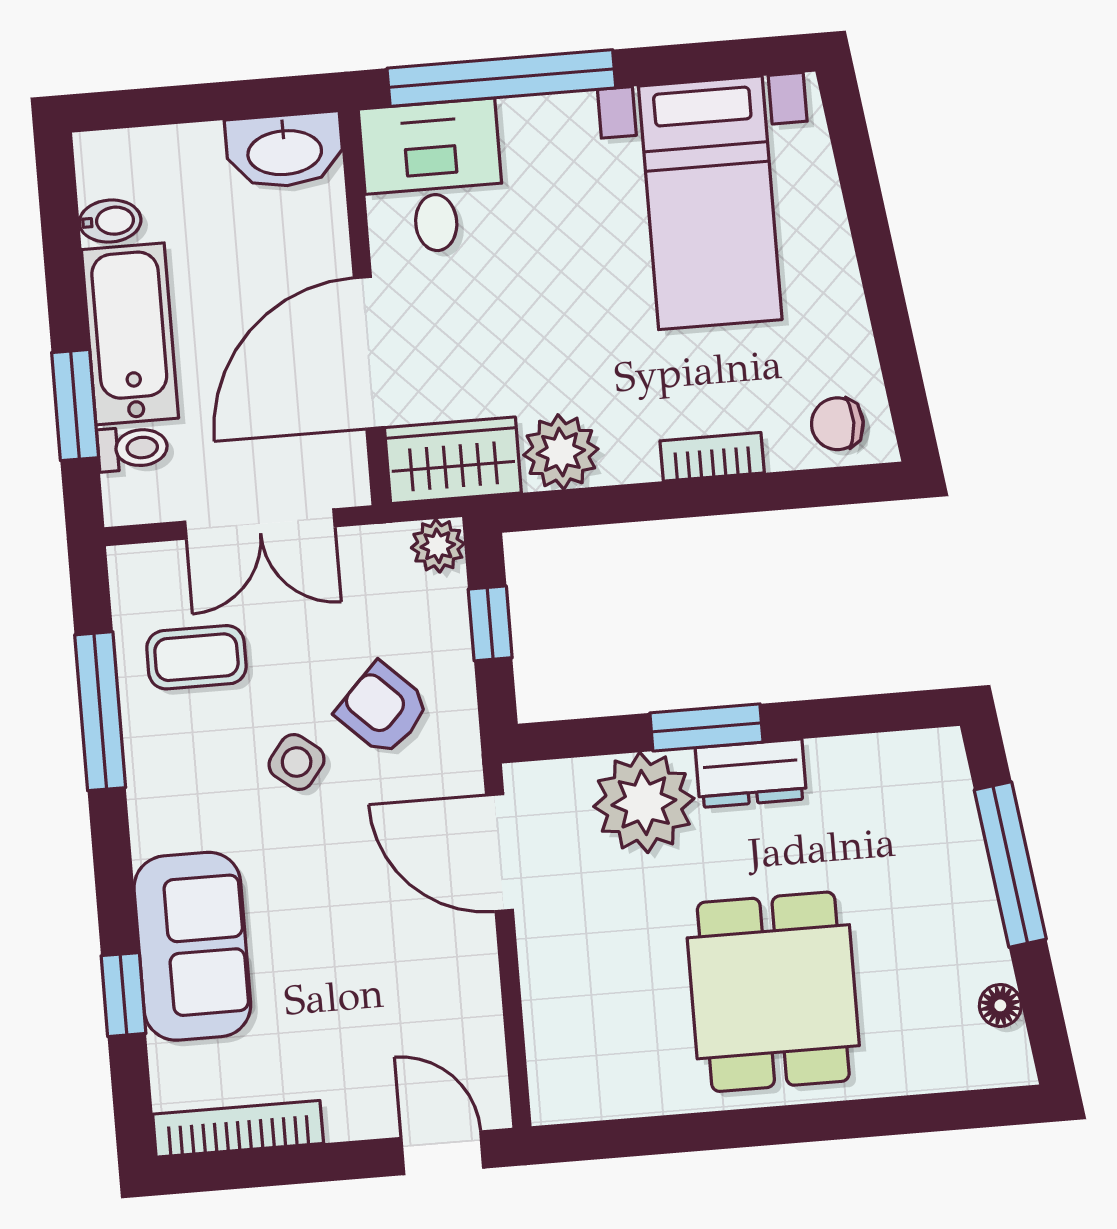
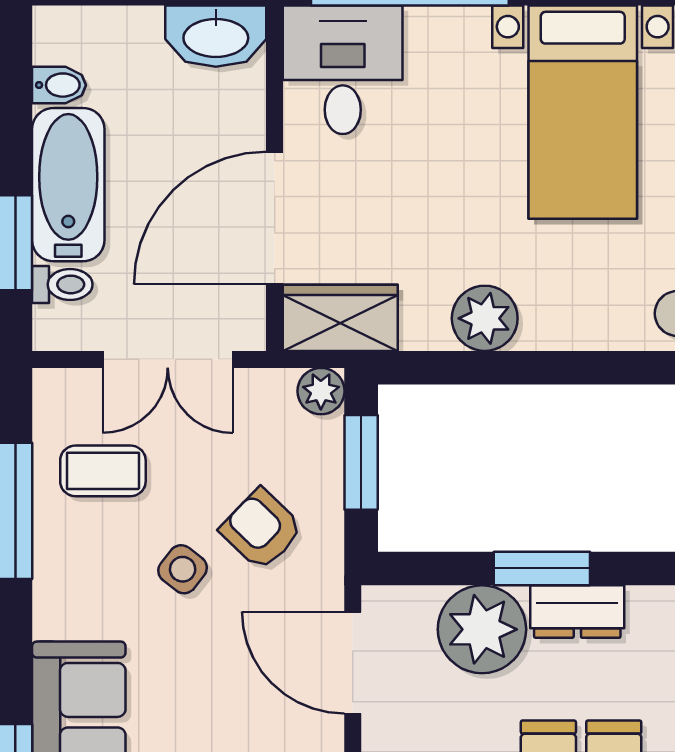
plant: (561, 452) -> (485, 318), moved
bookcase: (712, 457) -> (566, 333), removed
window: (490, 623) -> (361, 462), width x1.50

